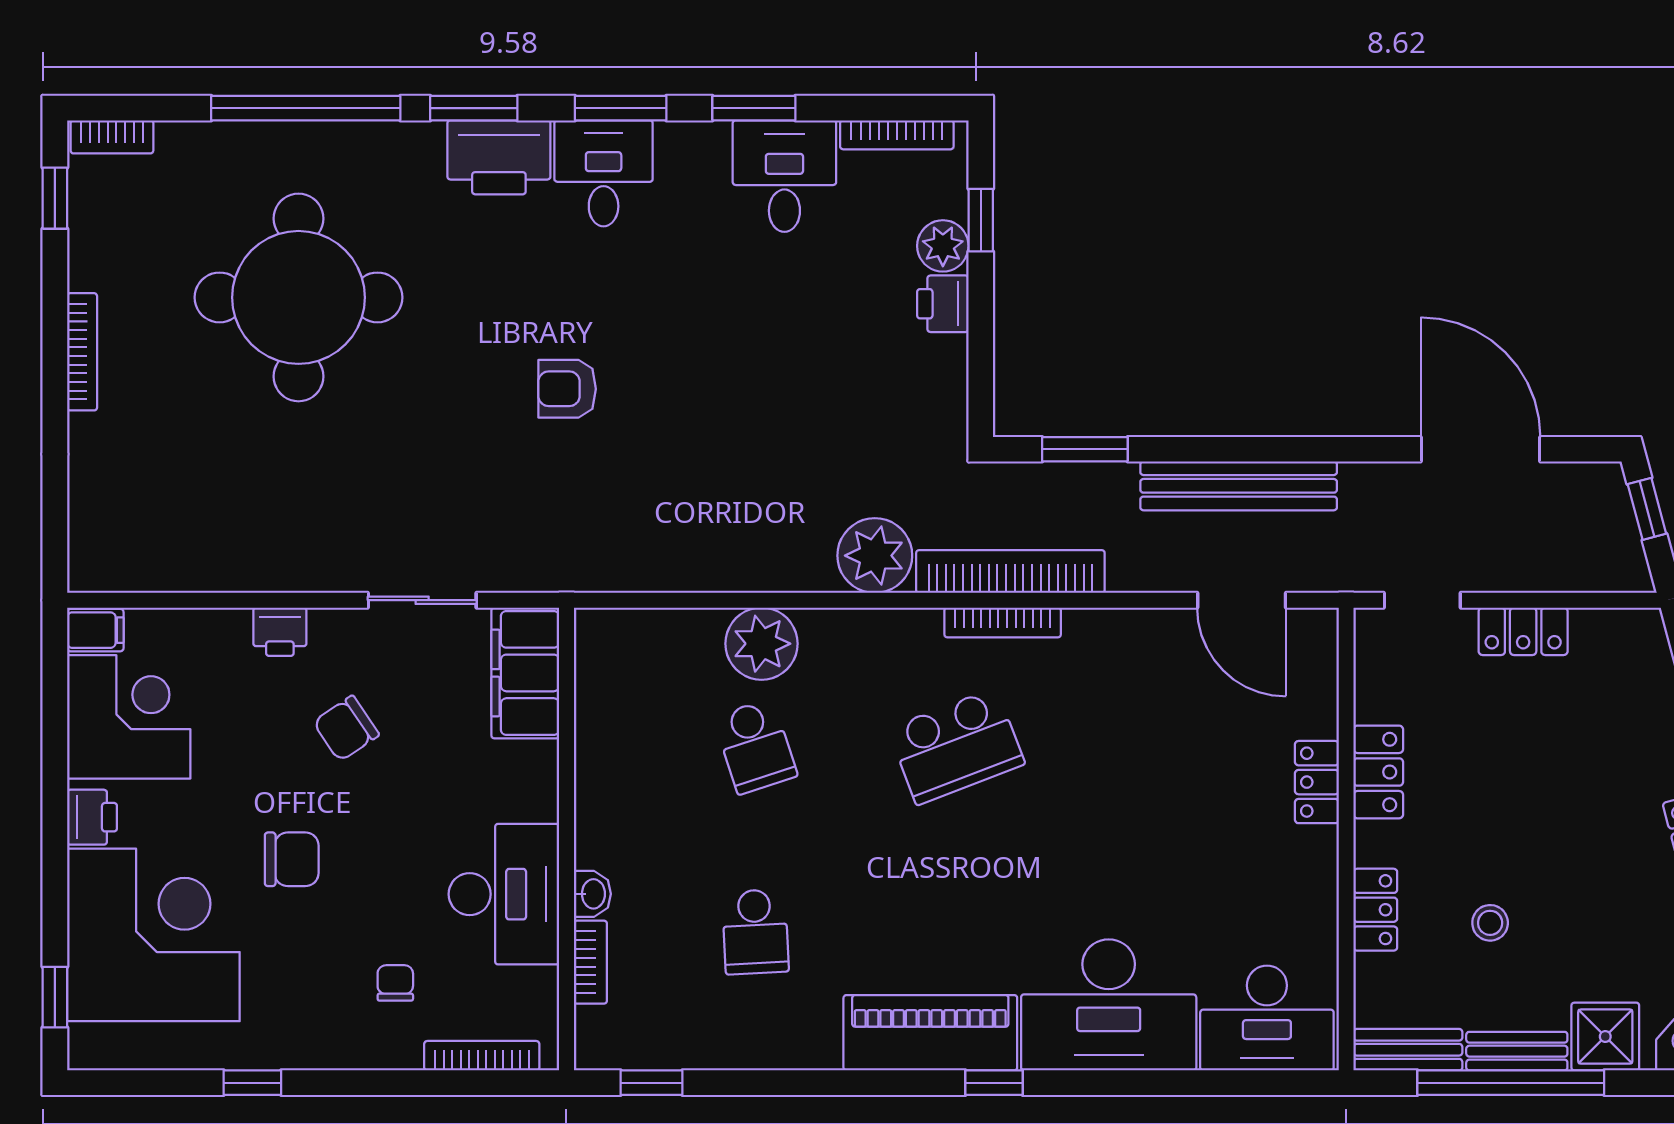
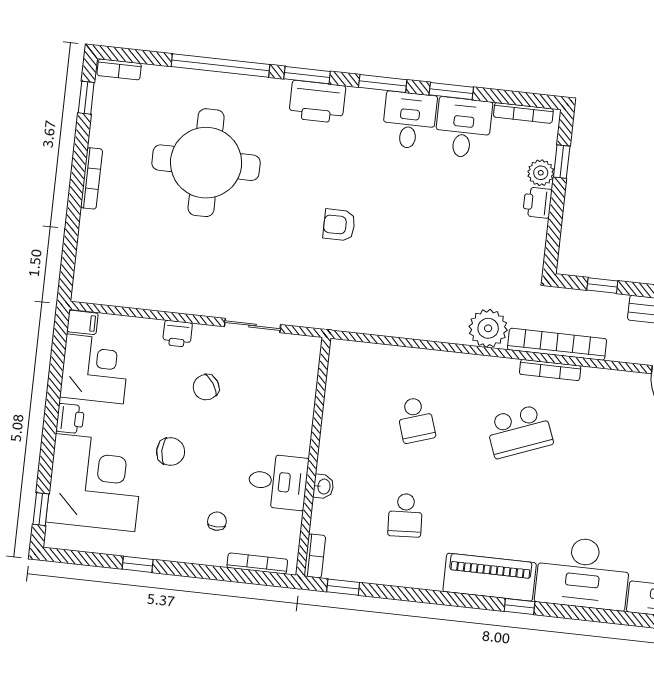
desk: (604, 173) -> (409, 120), moved
window: (1085, 449) -> (602, 285), width x0.67
plant: (761, 644) -> (425, 367), removed
filing cabinet: (525, 673) -> (301, 369), removed
desk: (504, 894) -> (278, 482), width x0.73
bookcase: (590, 962) -> (315, 556), moved

